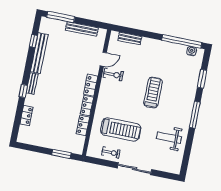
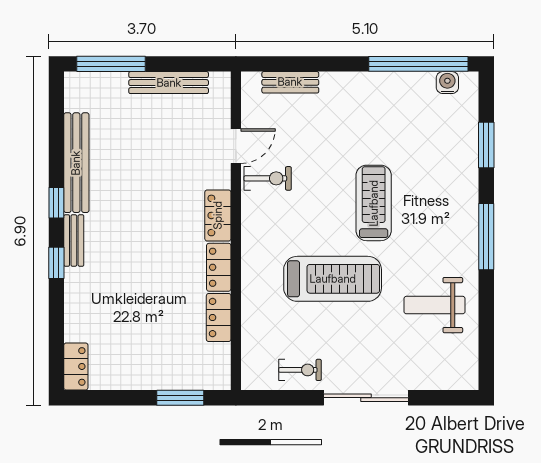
window: (33, 41) -> (56, 203), moved
locker: (26, 115) -> (76, 366), moved
treadmill: (121, 129) -> (333, 279), moved

